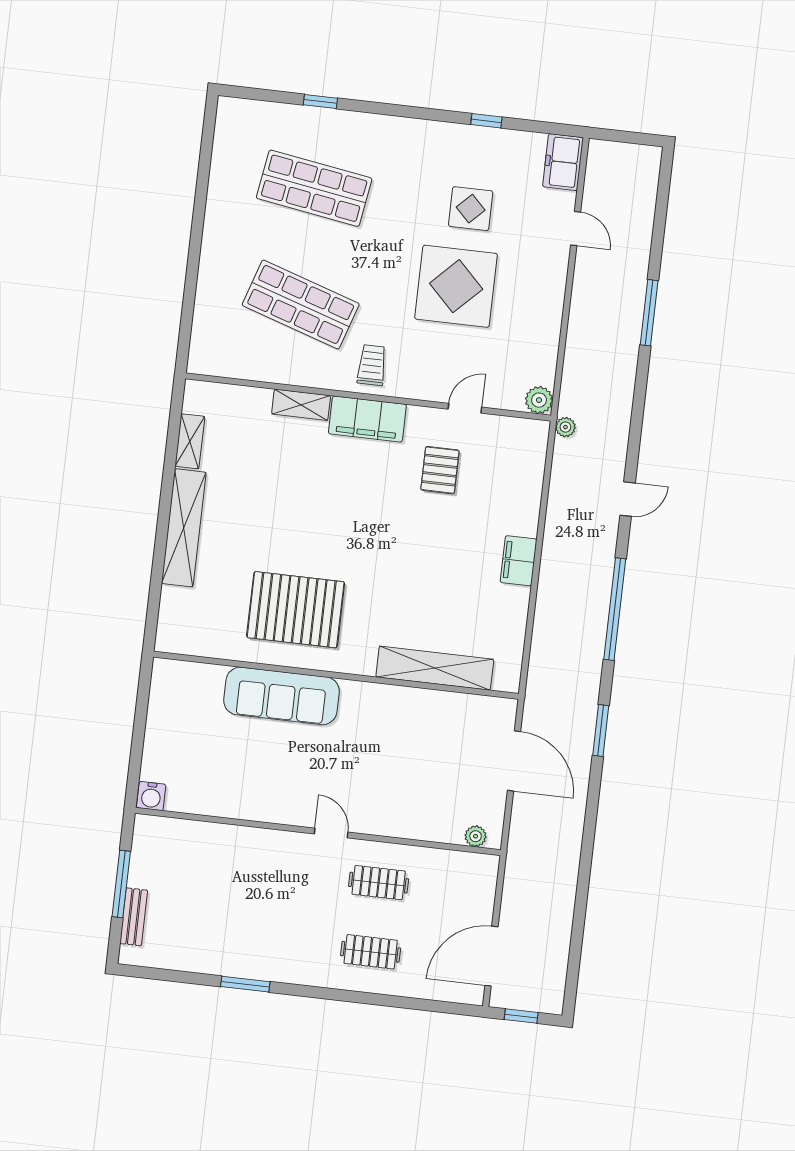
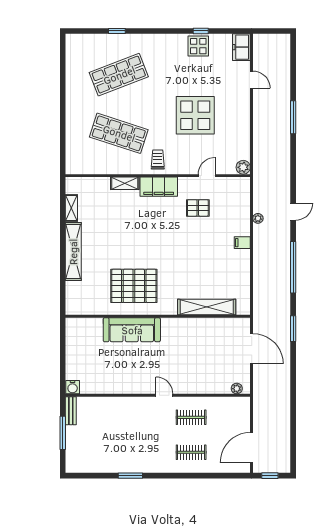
shop shelf: (314, 188) -> (119, 75), turned -30
display table: (471, 209) -> (198, 46), moved
plant: (565, 427) -> (258, 218), moved
pallet: (440, 470) -> (198, 208), turned 90
filing cabinet: (519, 561) -> (242, 243), width x0.50
bench: (134, 917) -> (71, 411), moved

